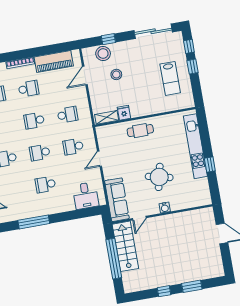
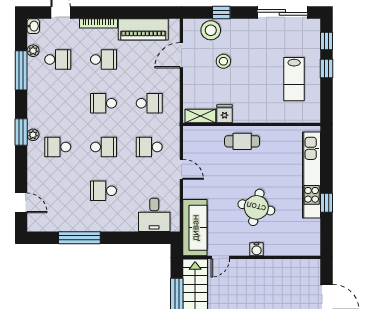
school desk: (40, 153) -> (103, 147), turned 180
door: (100, 159) -> (181, 169), swing flipped

